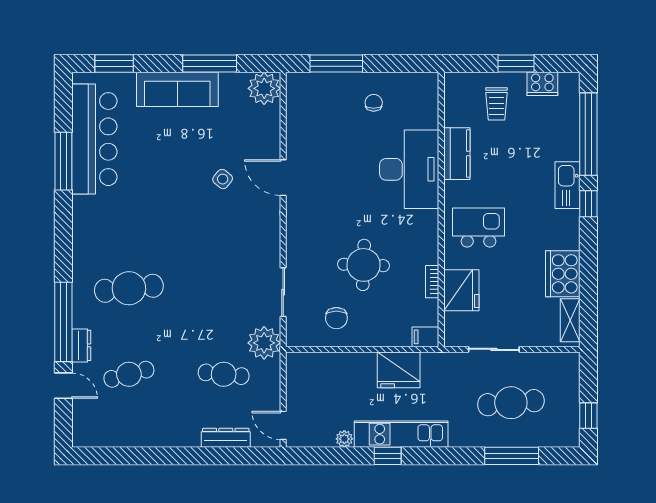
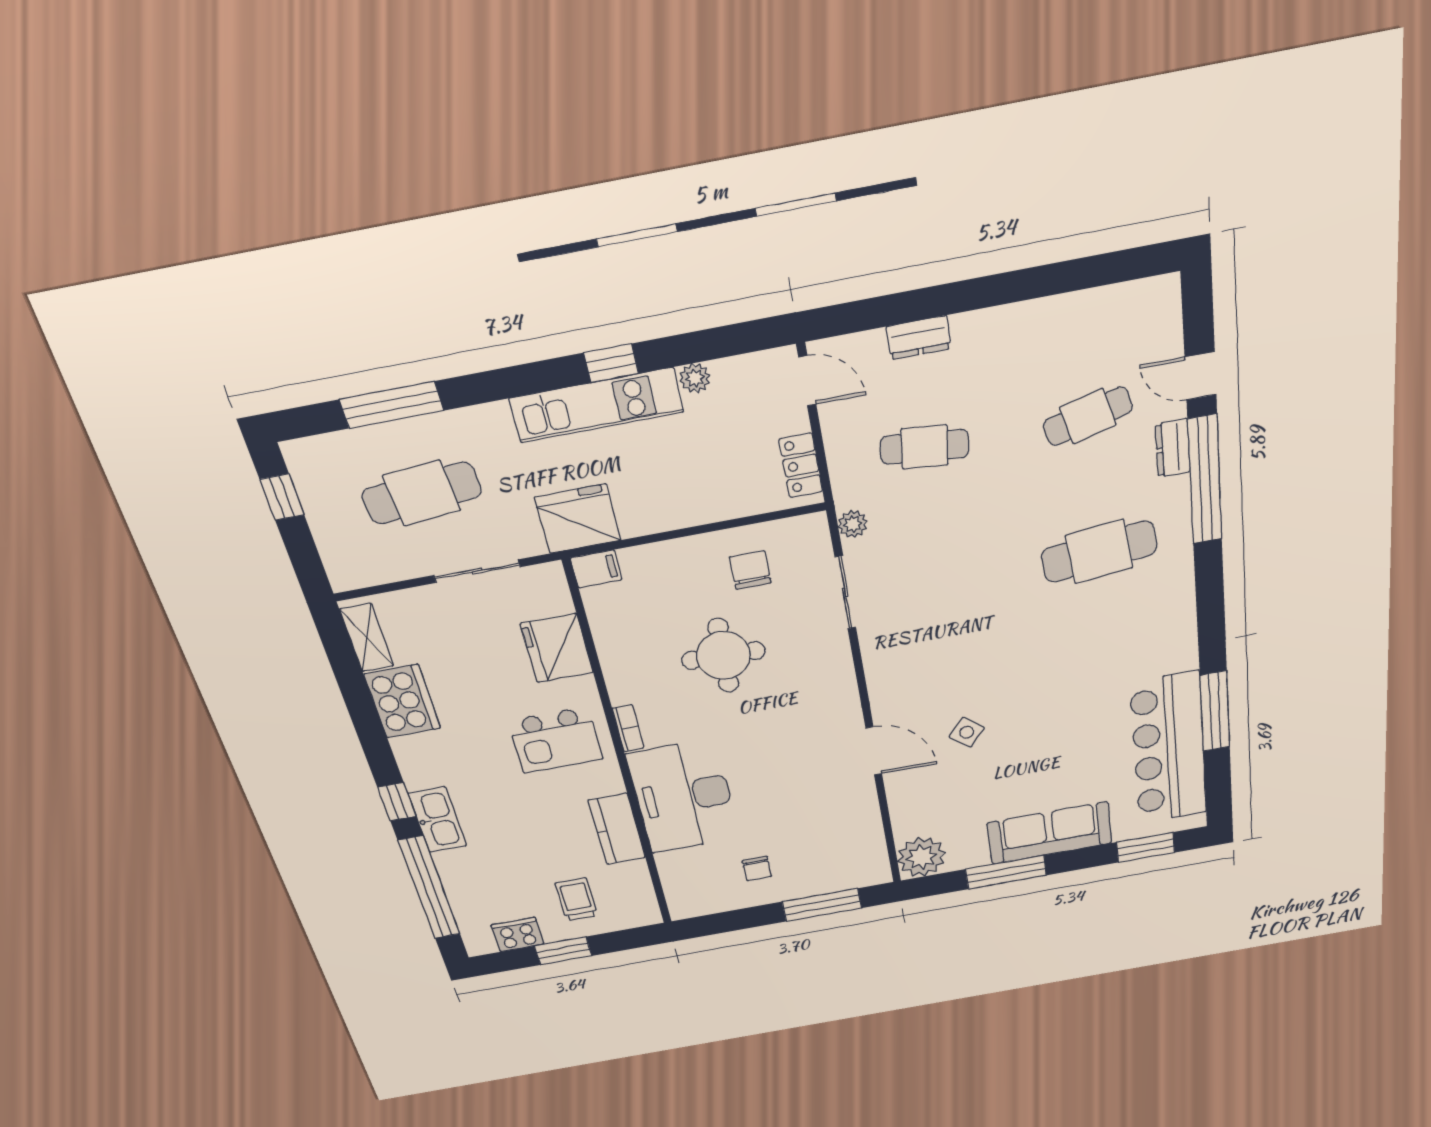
bookcase: (432, 282) -> (628, 728), moved
plant: (264, 343) -> (853, 524), width x0.53, depth x0.53
fridge: (399, 370) -> (578, 519), moved
locker: (295, 377) -> (801, 466), added
dresser: (226, 438) -> (919, 338), width x0.70

